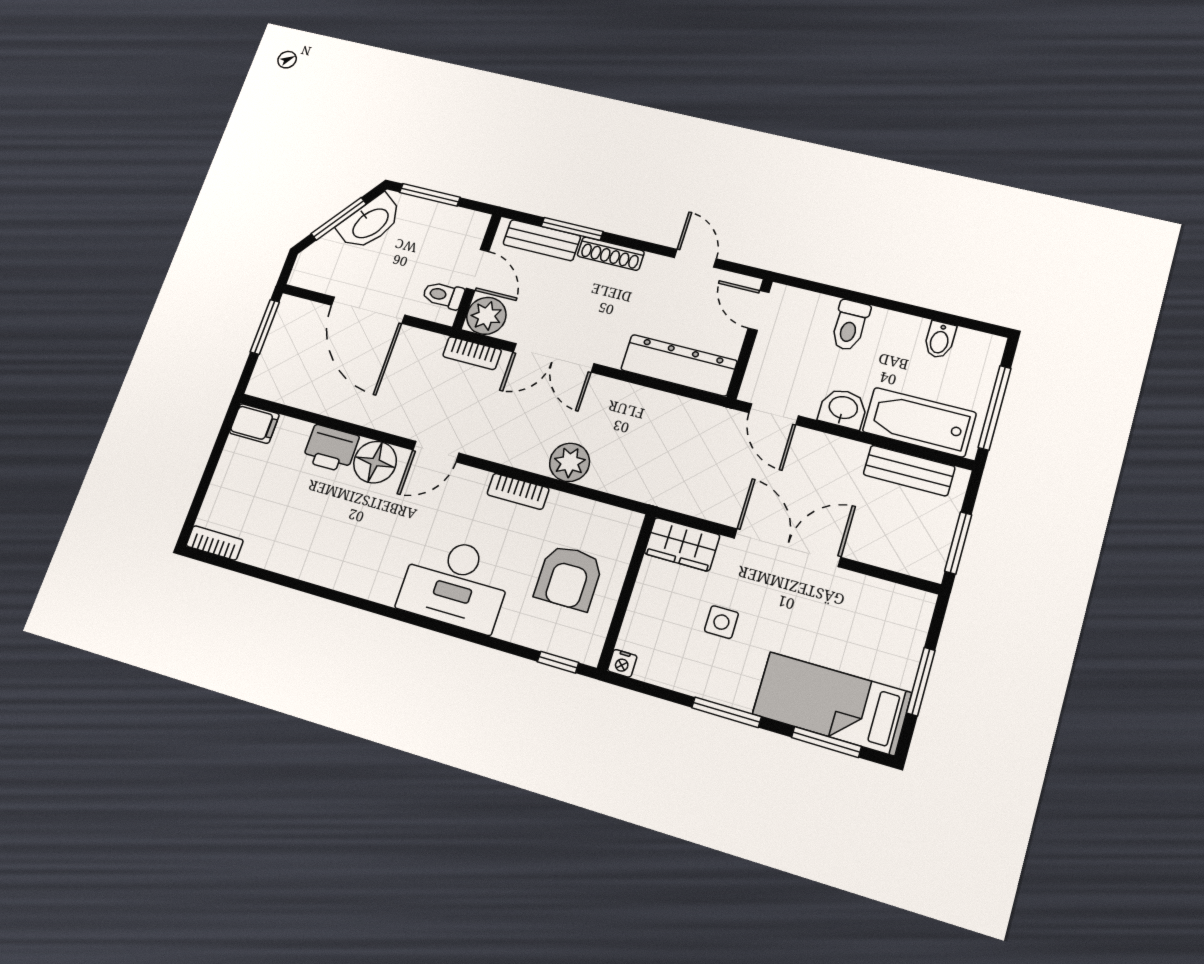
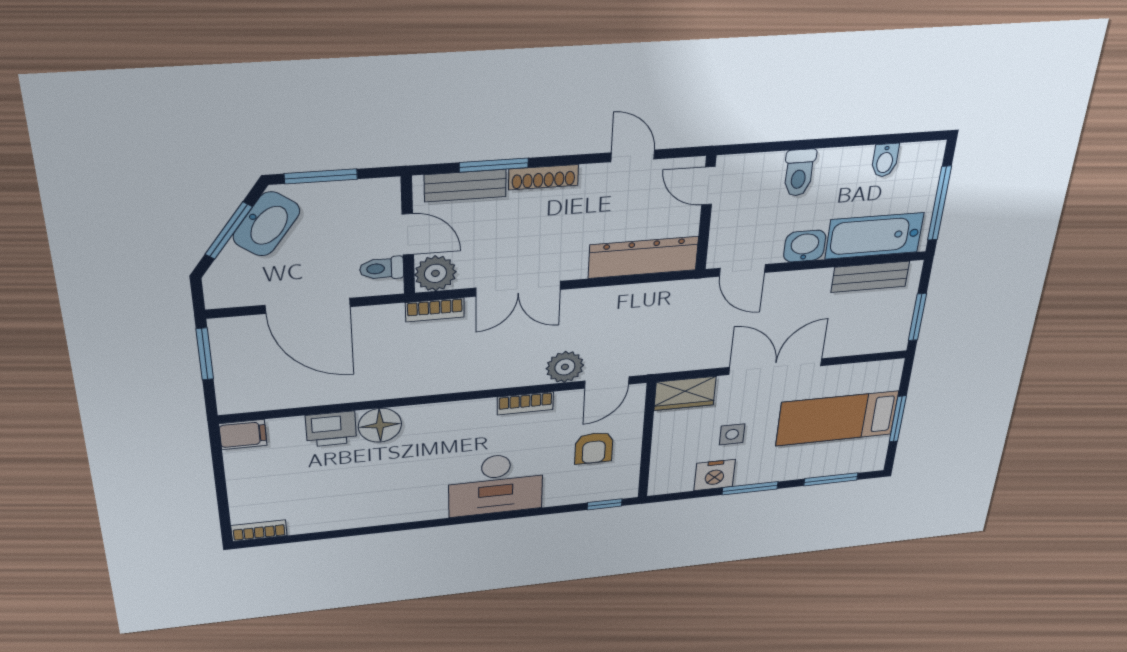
door: (436, 451) -> (607, 383), moved
armchair: (569, 578) -> (594, 448), width x0.72, depth x0.72
nightstand: (622, 663) -> (715, 475), moved, width x1.89, depth x1.79
bed: (832, 703) -> (837, 418), moved

